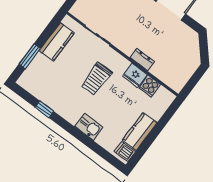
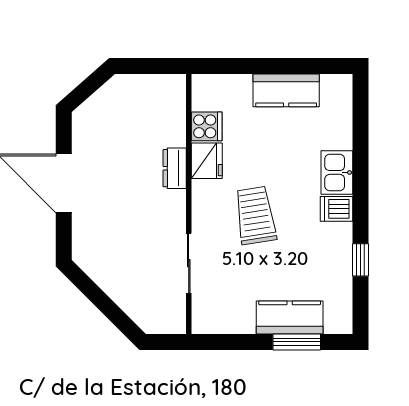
kitchen counter: (57, 42) -> (290, 317), moved
trolley: (96, 79) -> (255, 215), turned -99
dishwasher: (125, 152) -> (337, 209), moved, turned 90

